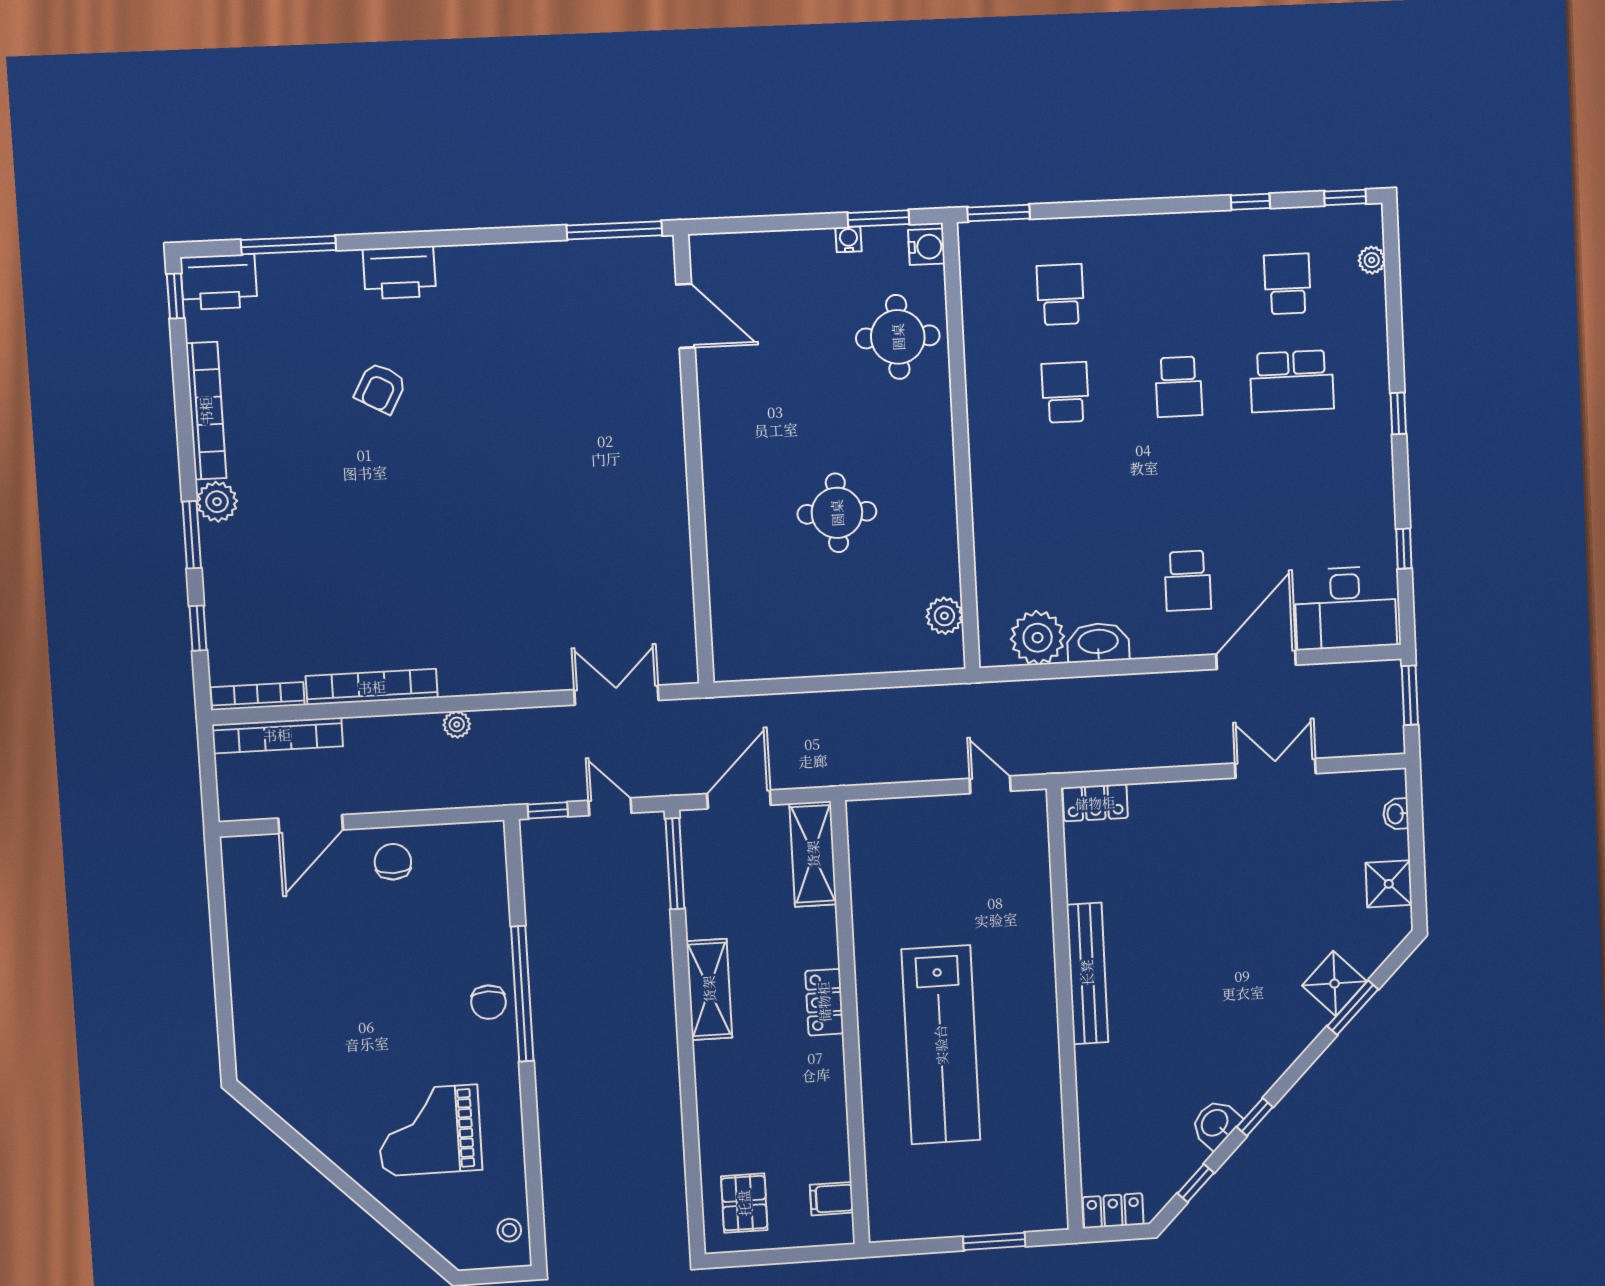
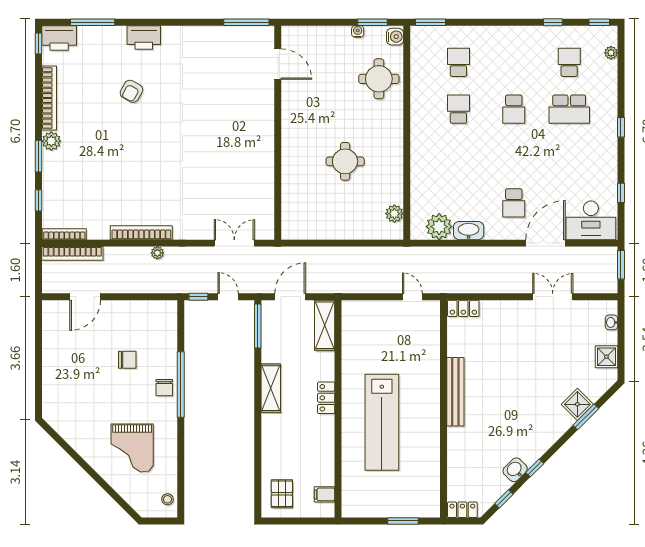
bookcase: (372, 687) -> (141, 233), moved
chair: (393, 862) -> (127, 360), moved, turned 90
grand piano: (429, 1130) -> (132, 448), turned -90

